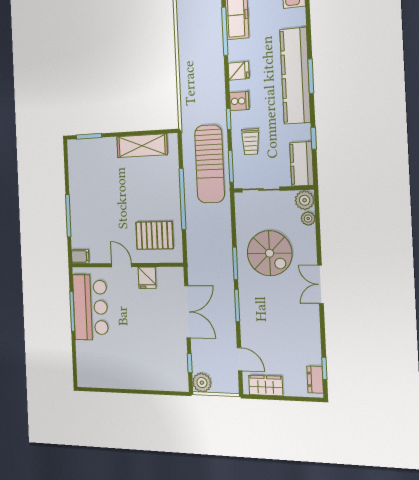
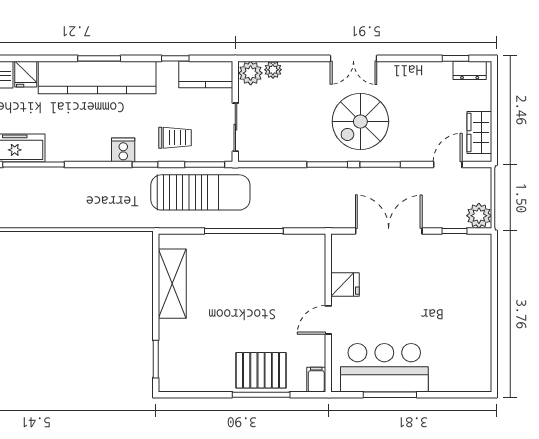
fridge: (239, 71) -> (26, 74), moved, turned 180
pallet: (154, 235) -> (261, 370), moved, turned 90
spiral stairs: (270, 253) -> (360, 122), moved, turned 180

